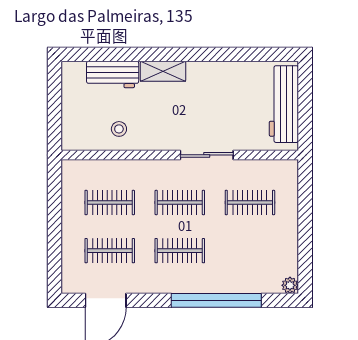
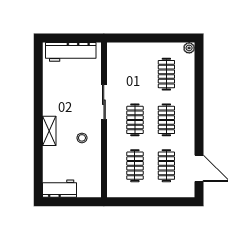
workbench: (113, 74) -> (59, 189), moved, turned -90
stool: (119, 129) -> (82, 138), moved
clothes rail: (250, 202) -> (166, 74), moved
window: (216, 300) -> (199, 96), removed

